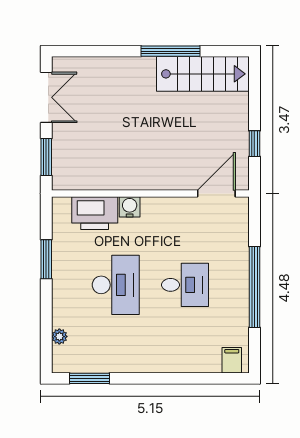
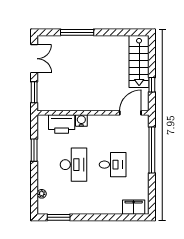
window: (171, 51) -> (77, 32), moved
stairs: (203, 74) -> (139, 62), moved, turned 90
window: (254, 287) -> (152, 150), moved
filing cabinet: (232, 360) -> (134, 207), width x2.00

